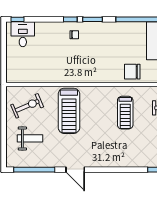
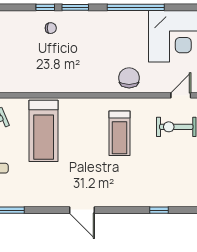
chair: (132, 72) -> (129, 78), turned 90
door: (75, 170) -> (82, 210), moved

